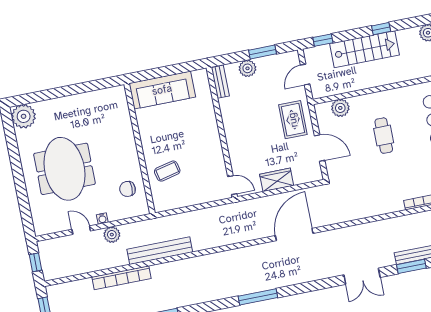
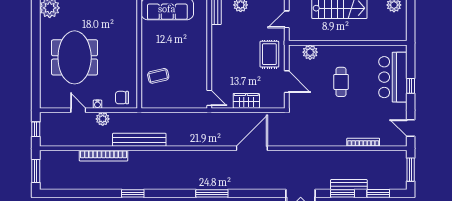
chair: (127, 189) -> (122, 98), moved

